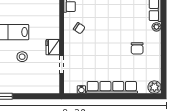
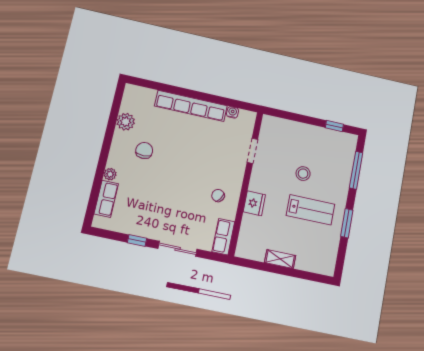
fridge: (53, 47) -> (254, 203), moved
plant: (154, 87) -> (126, 122), moved

